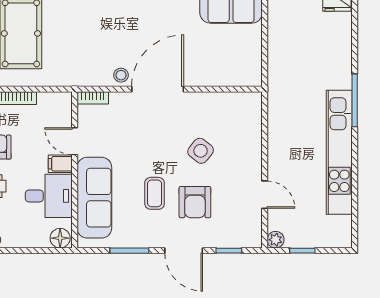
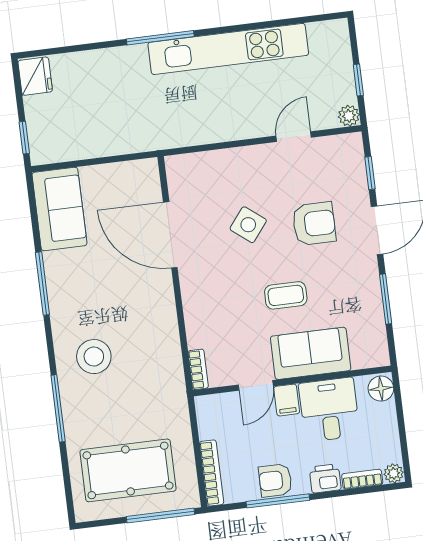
stool: (121, 75) -> (94, 357), moved, width x1.89, depth x1.89
door: (158, 89) -> (170, 235), moved
coffee table: (155, 193) -> (286, 295), moved
sofa: (94, 198) -> (311, 353), width x0.73

